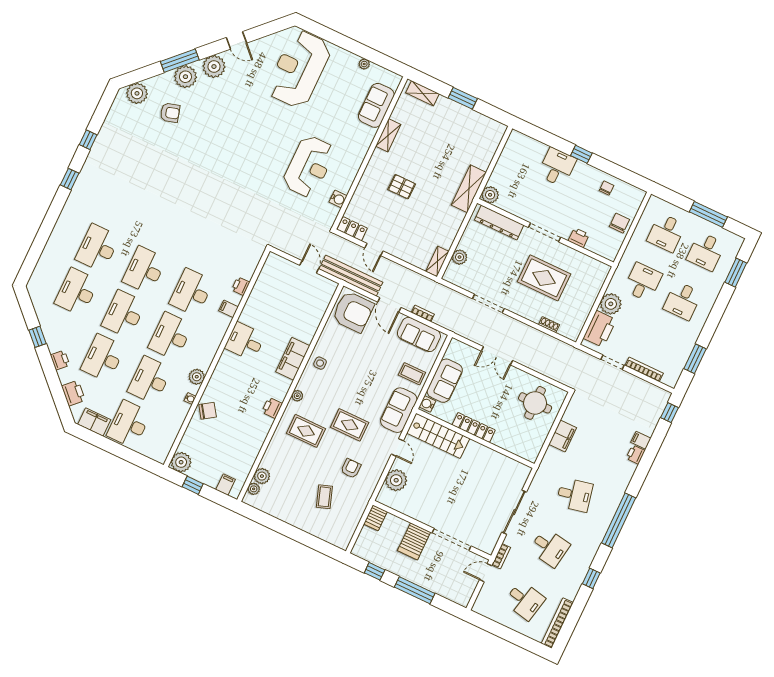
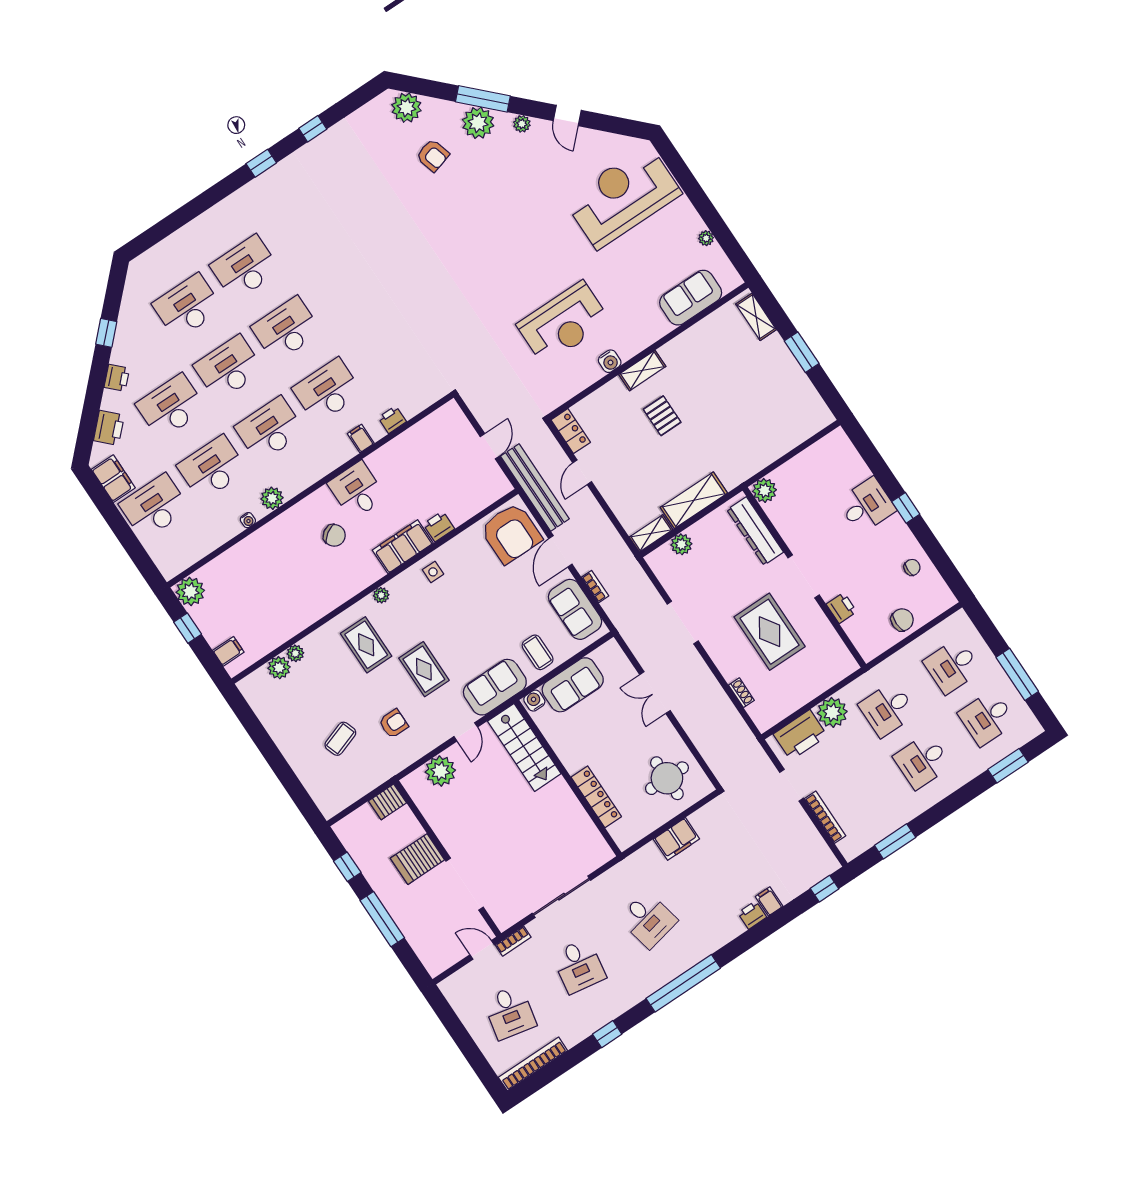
plant: (214, 67) -> (522, 124), width x0.53, depth x0.53
shelving: (388, 135) -> (642, 370), moved
shelving: (469, 189) -> (694, 500), moved
water cooler: (338, 199) -> (610, 361), moved
desk: (643, 282) -> (888, 709), turned 180
printer: (272, 408) -> (439, 526), moved
chair: (208, 411) -> (334, 535), moved
locker: (474, 427) -> (596, 797), moved
plant: (254, 489) -> (295, 653), moved

